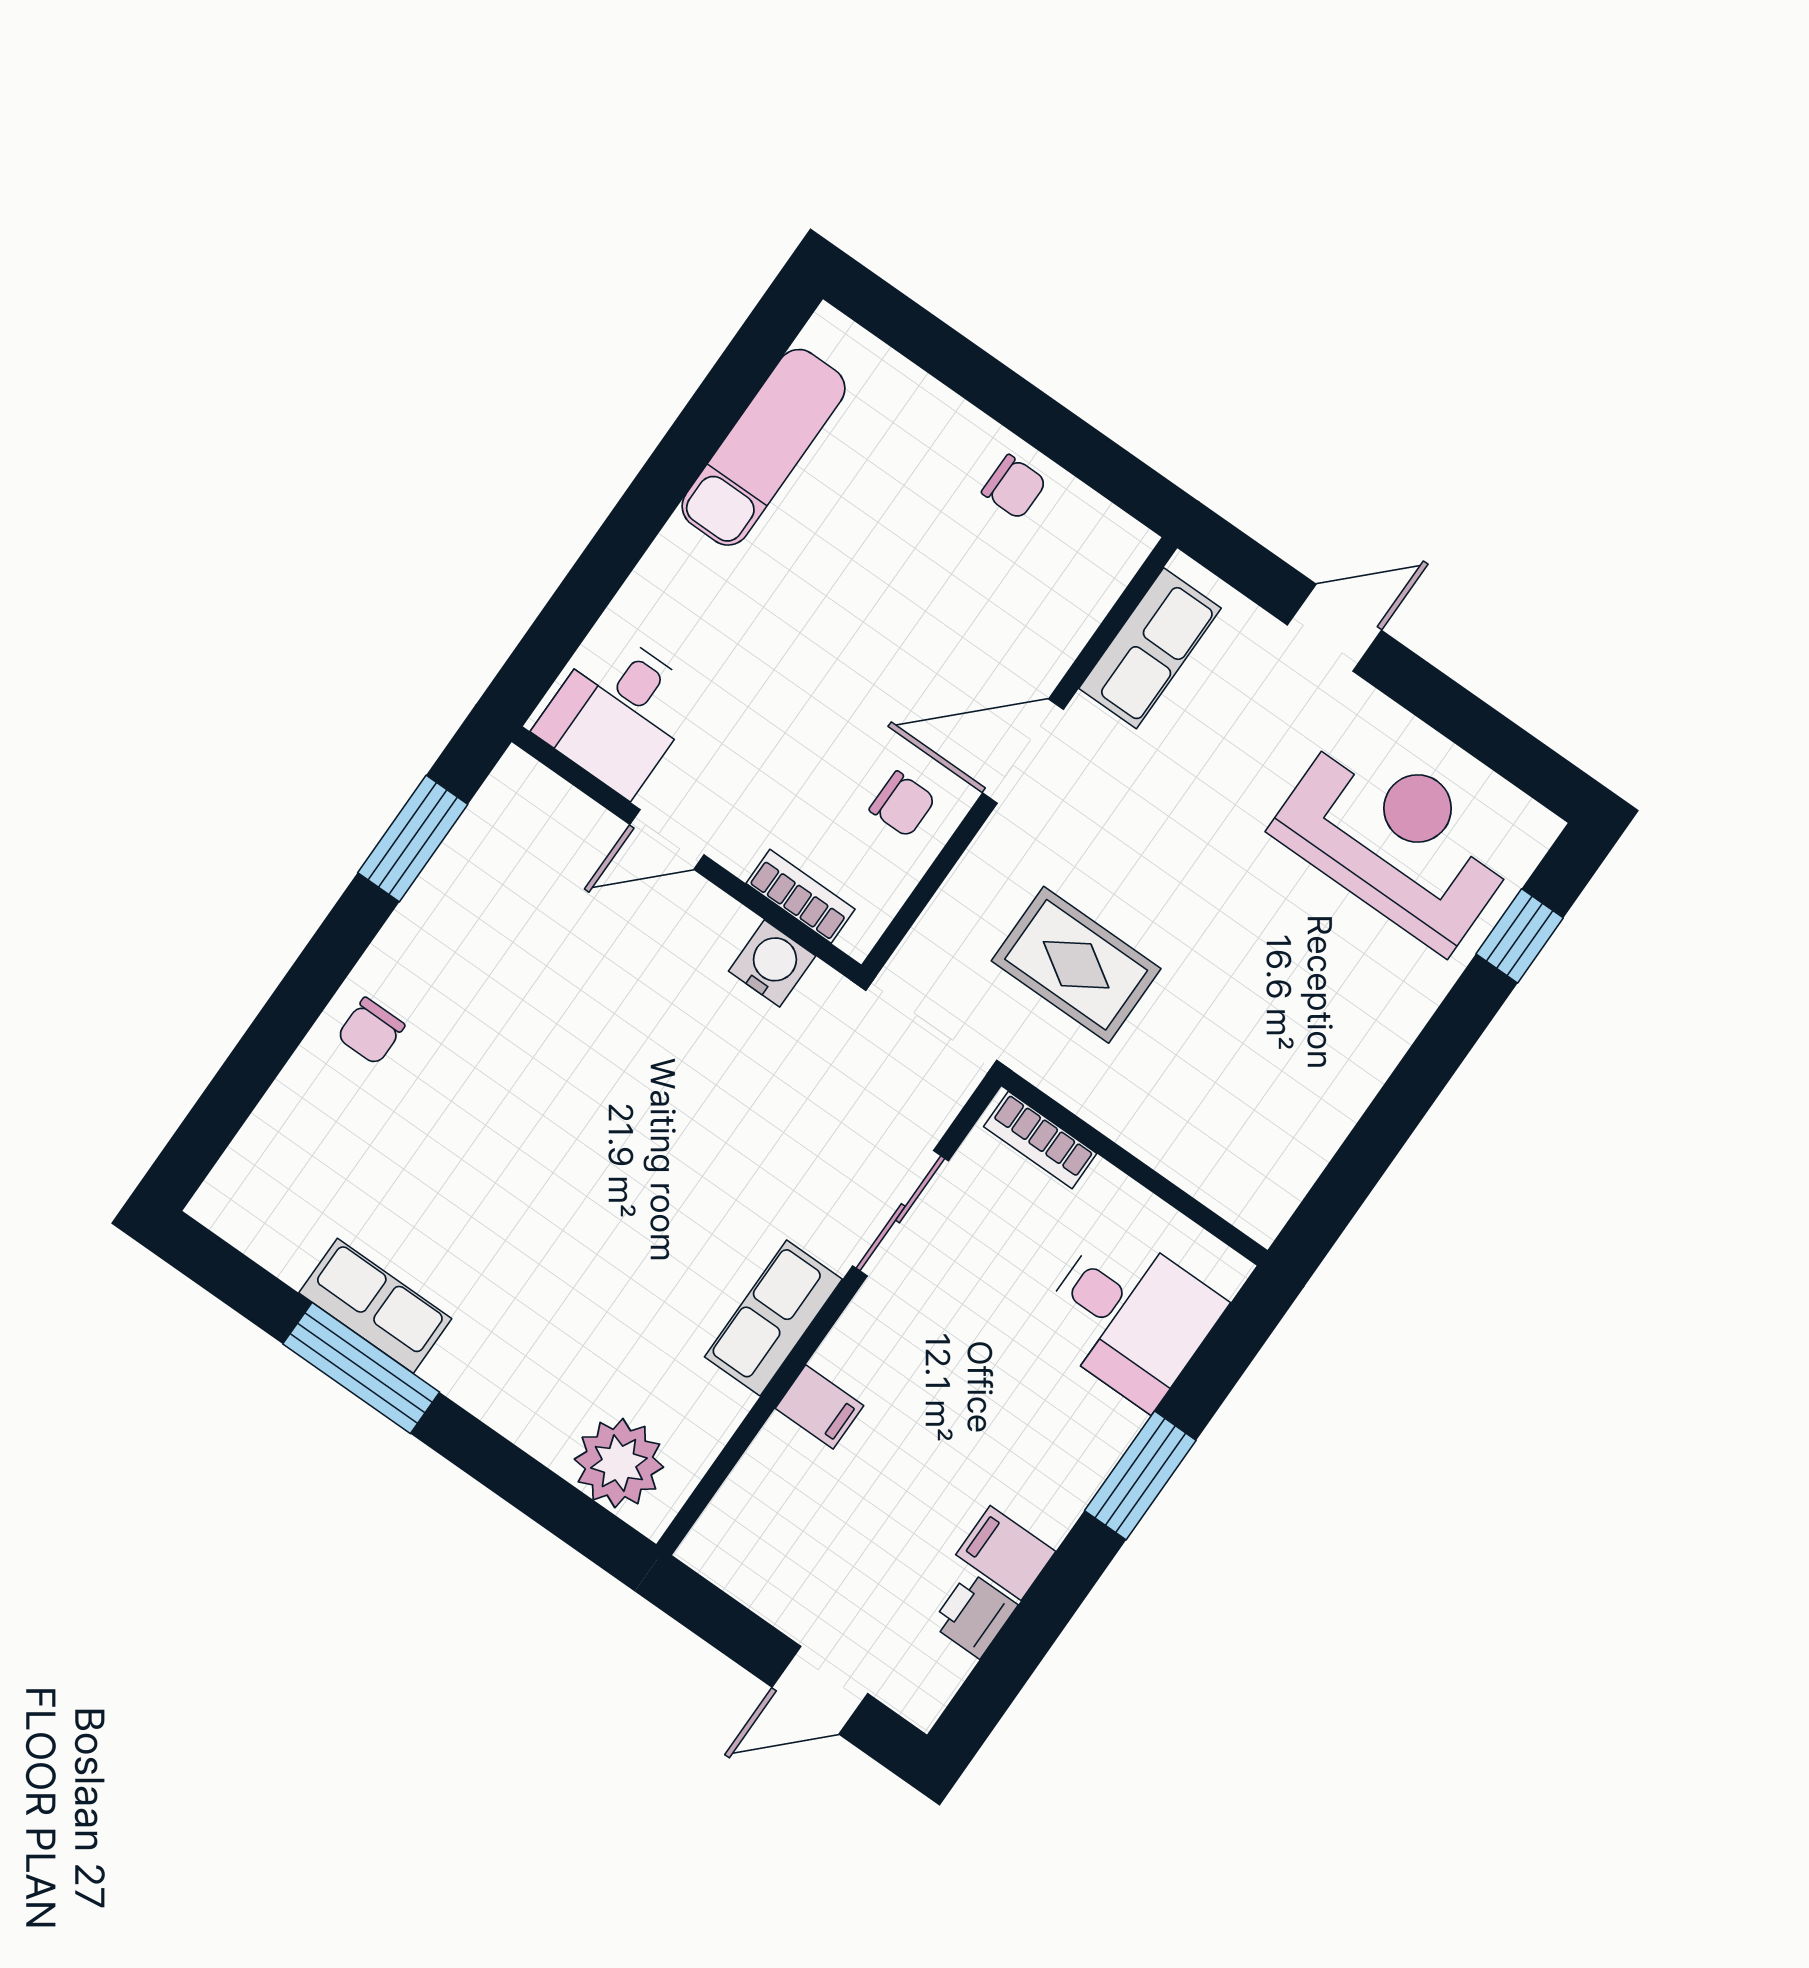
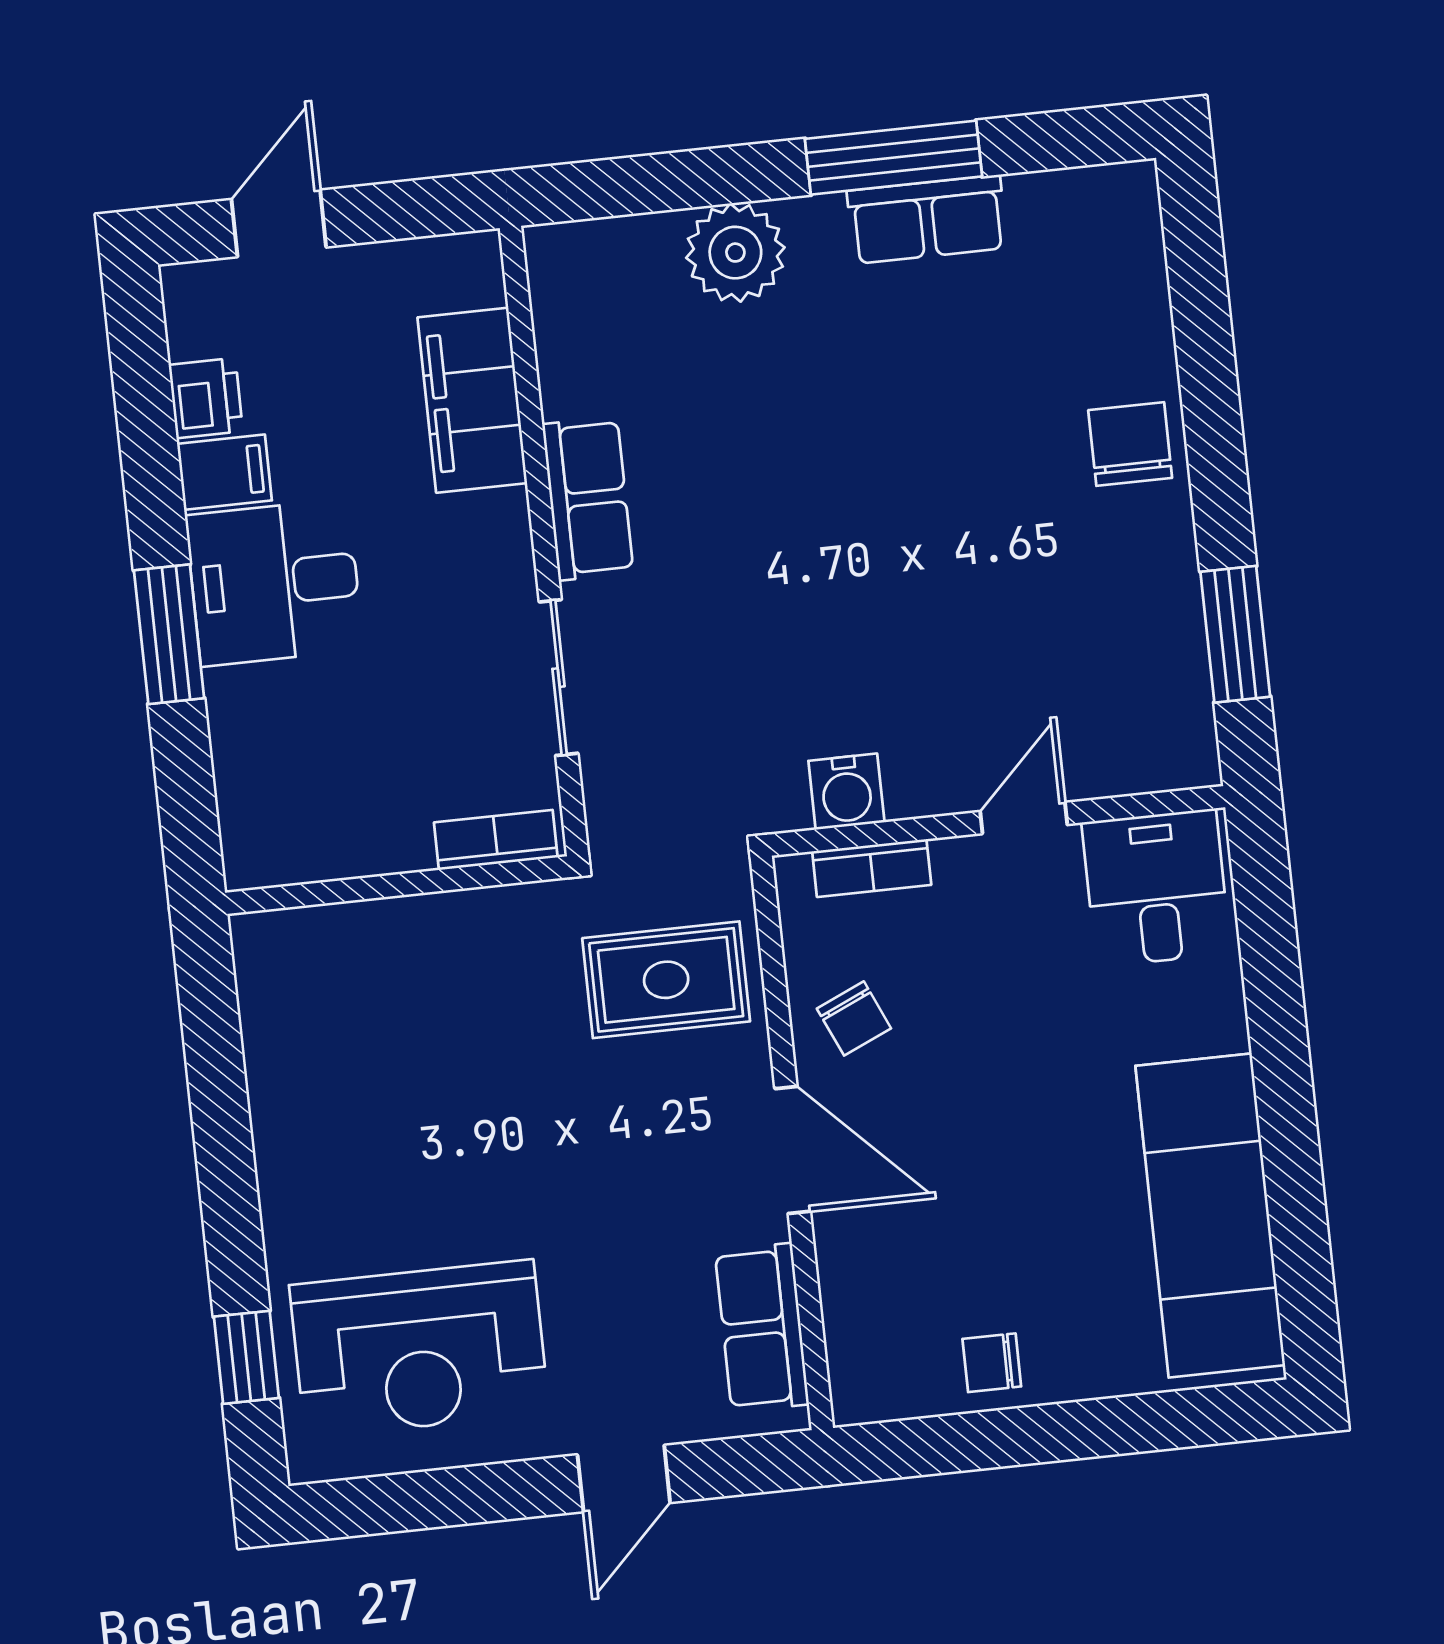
exam couch: (764, 447) -> (1210, 1216), width x1.36, depth x1.45
door: (1023, 751) -> (793, 1150), hinge flipped
chair: (902, 804) -> (854, 1018), turned -114
rug: (1076, 965) -> (666, 980), moved
chair: (371, 1031) -> (1130, 444), width x1.37, depth x1.37
desk: (1130, 1316) -> (274, 582), moved
filing cabinet: (819, 1407) -> (472, 400), width x3.00, depth x1.17
plant: (619, 1463) -> (735, 253), moved

